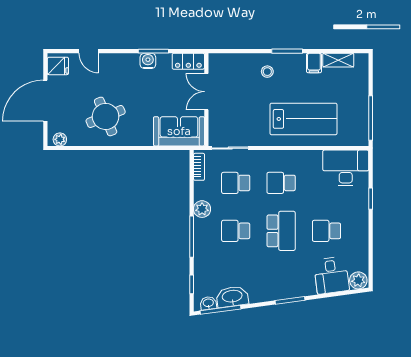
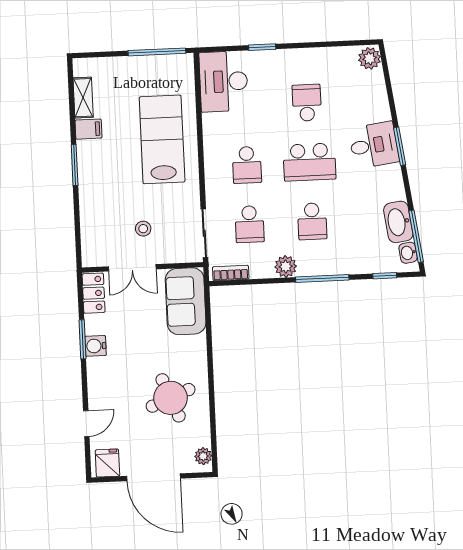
stool: (267, 72) -> (143, 229), moved
school desk: (281, 231) -> (309, 162), turned 180
school desk: (327, 231) -> (307, 103), turned 180
desk: (331, 275) -> (374, 145), moved

